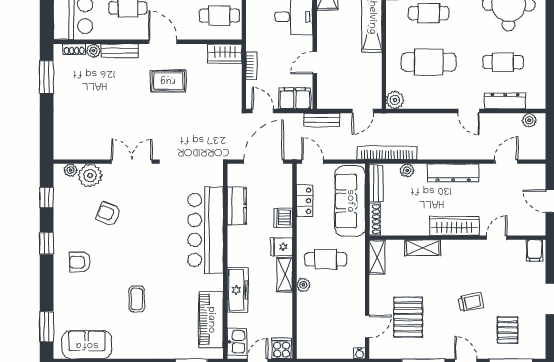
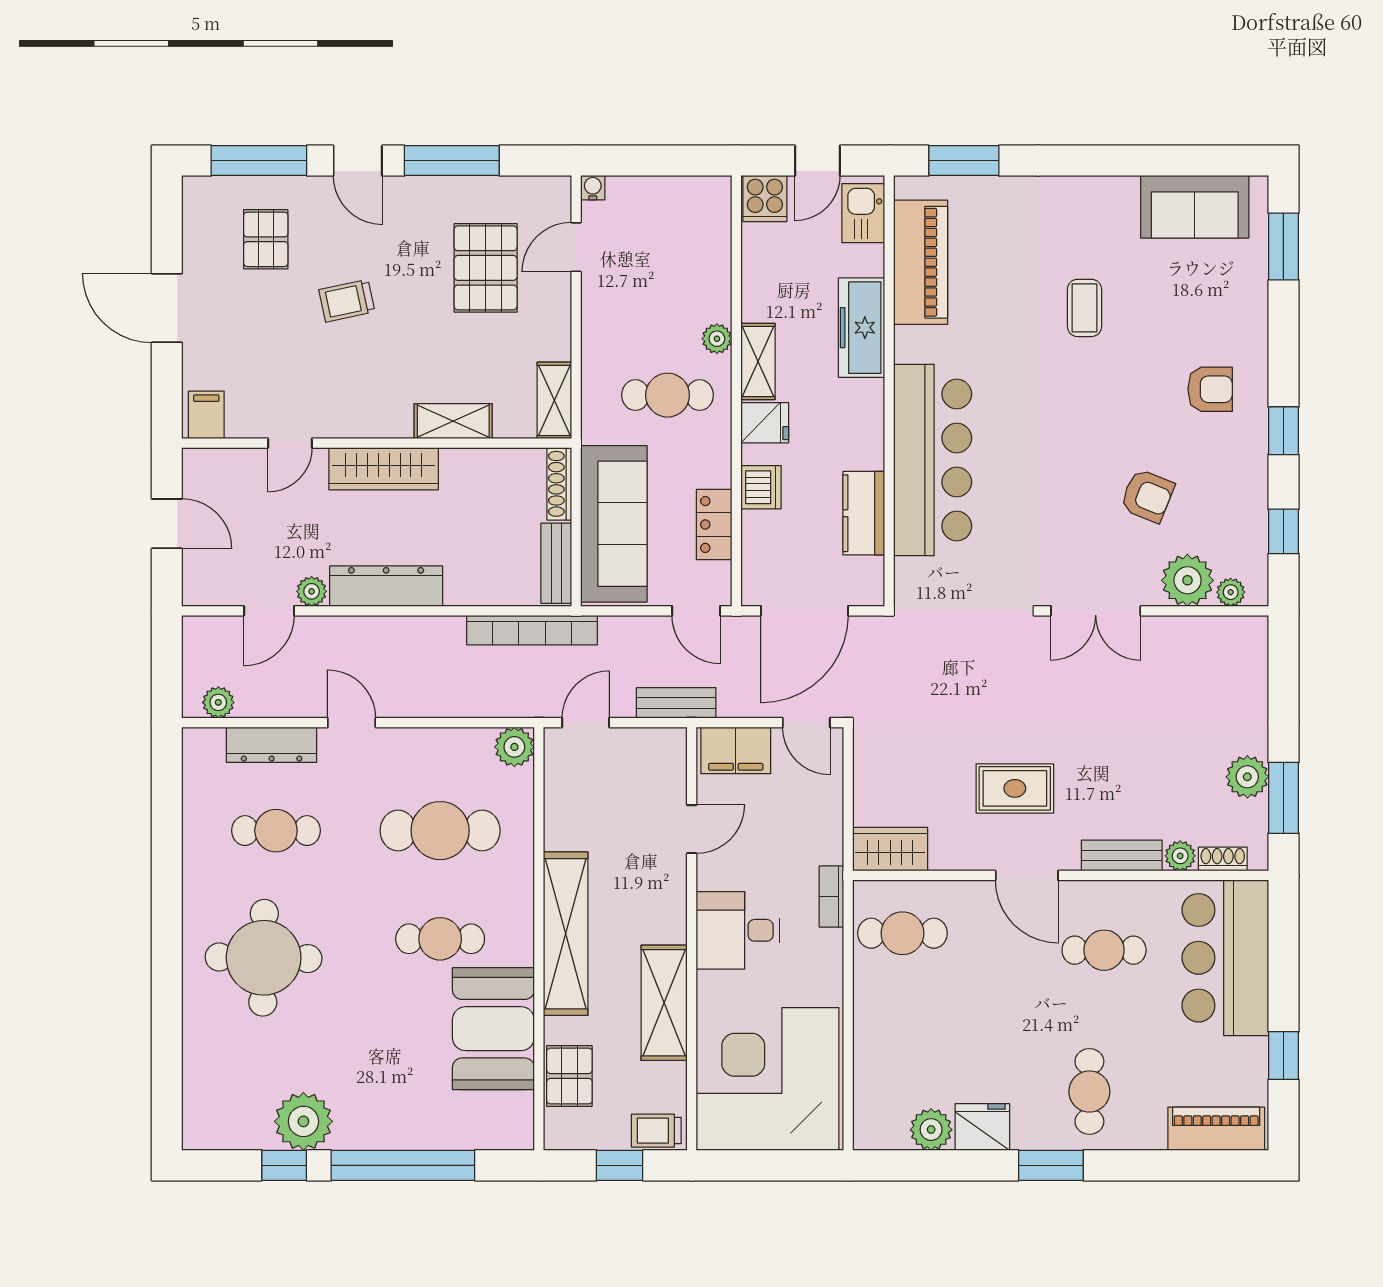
bookcase: (251, 66) -> (831, 896), moved
plant: (63, 86) -> (1247, 777), added
plant: (407, 170) -> (312, 591), moved

